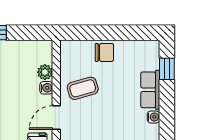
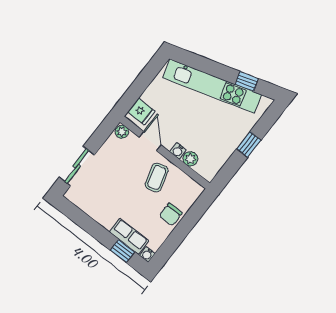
row of seats: (150, 90) -> (129, 236), moved
water cooler: (153, 117) -> (147, 254), moved

